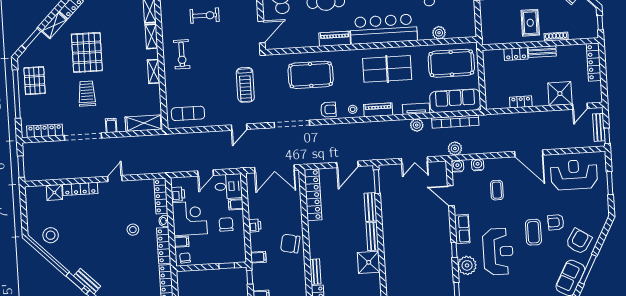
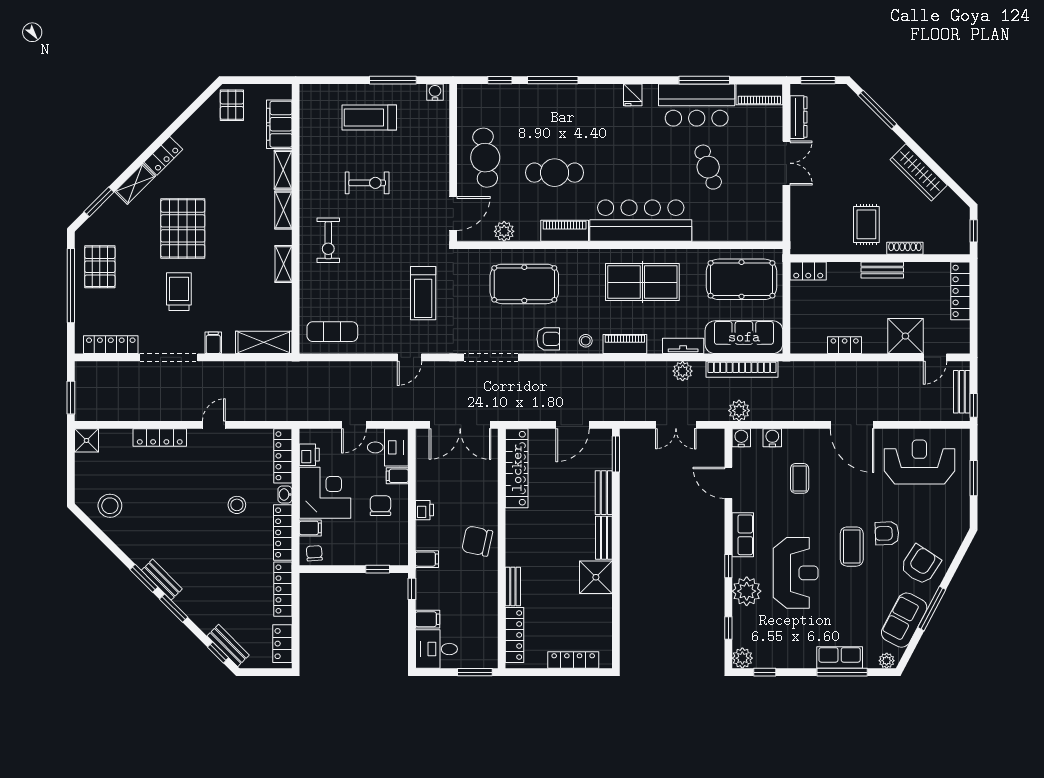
plant: (439, 33) -> (504, 231), moved
locker: (516, 54) -> (808, 271), moved
shower: (54, 192) -> (86, 440), moved

